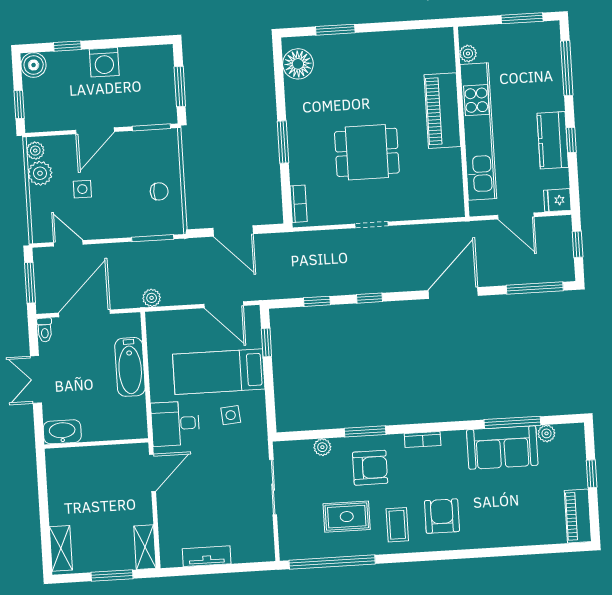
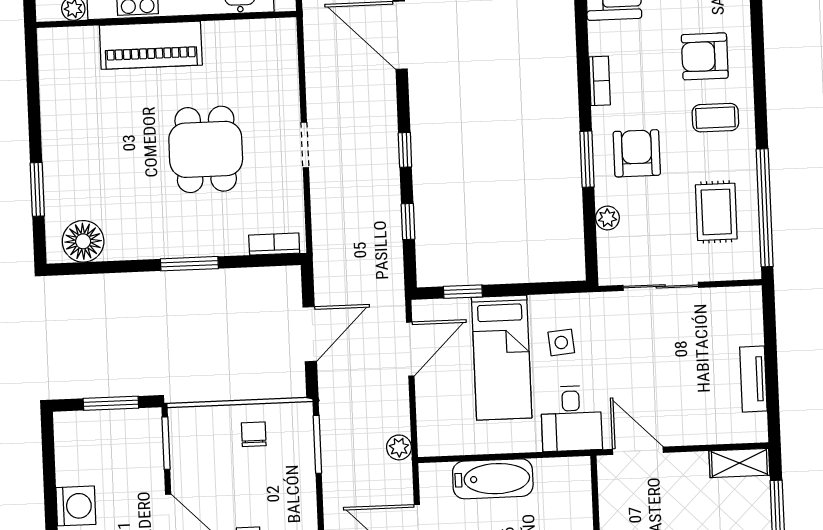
rug: (347, 517) -> (716, 212), moved

